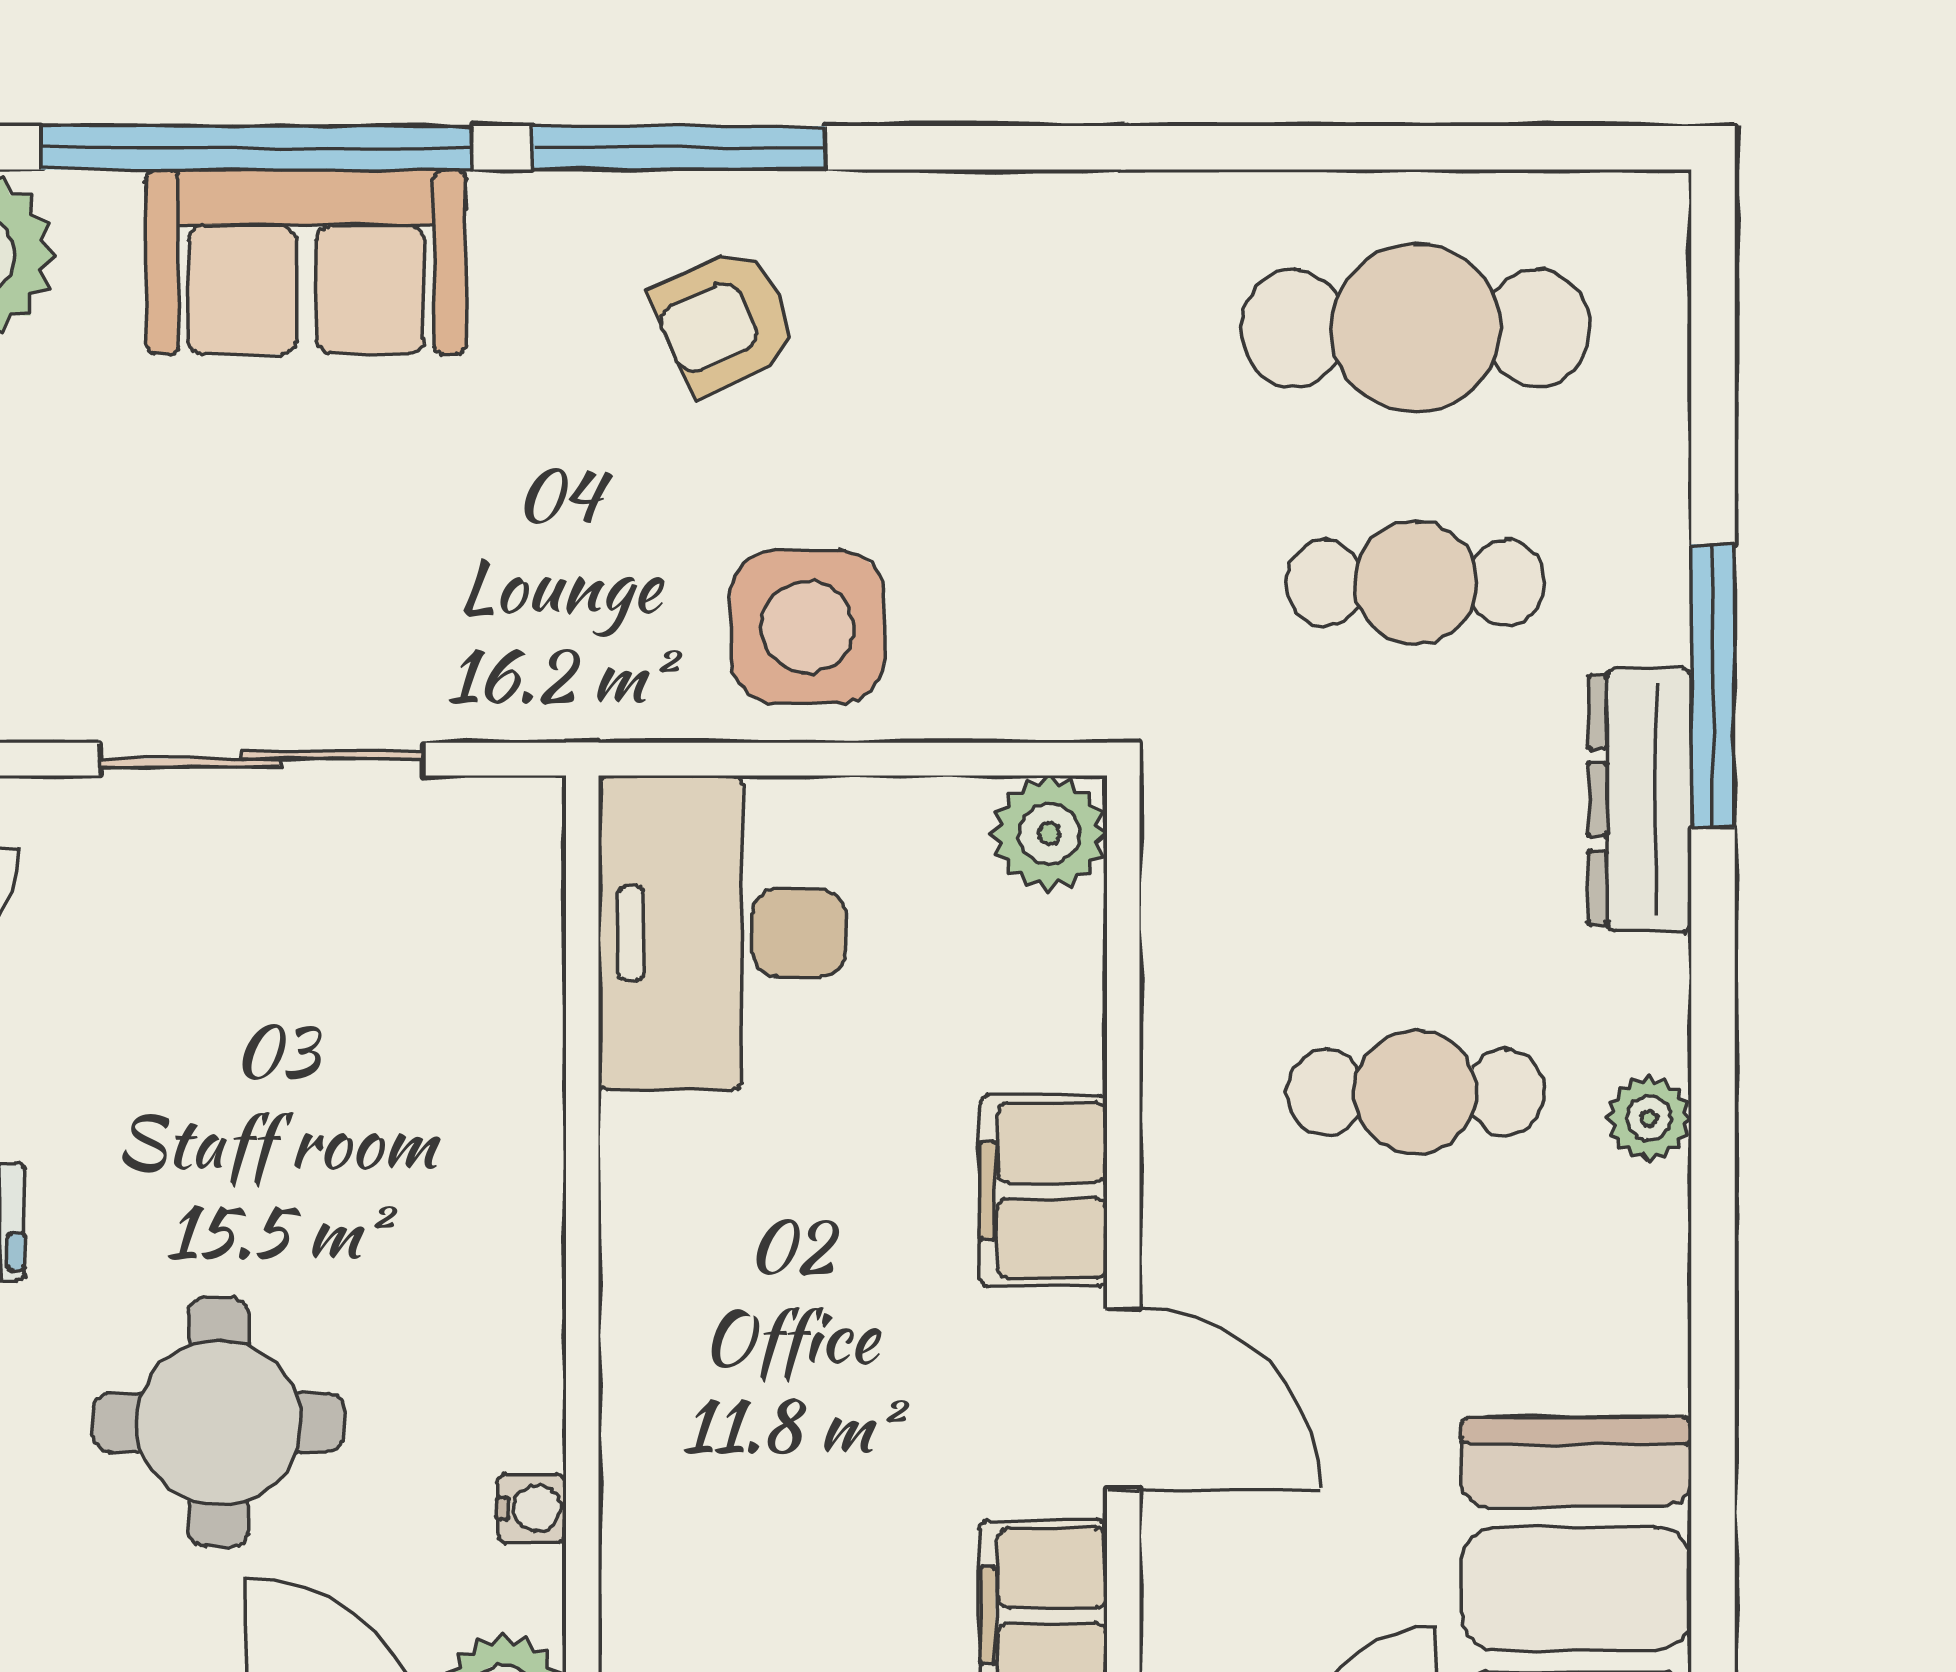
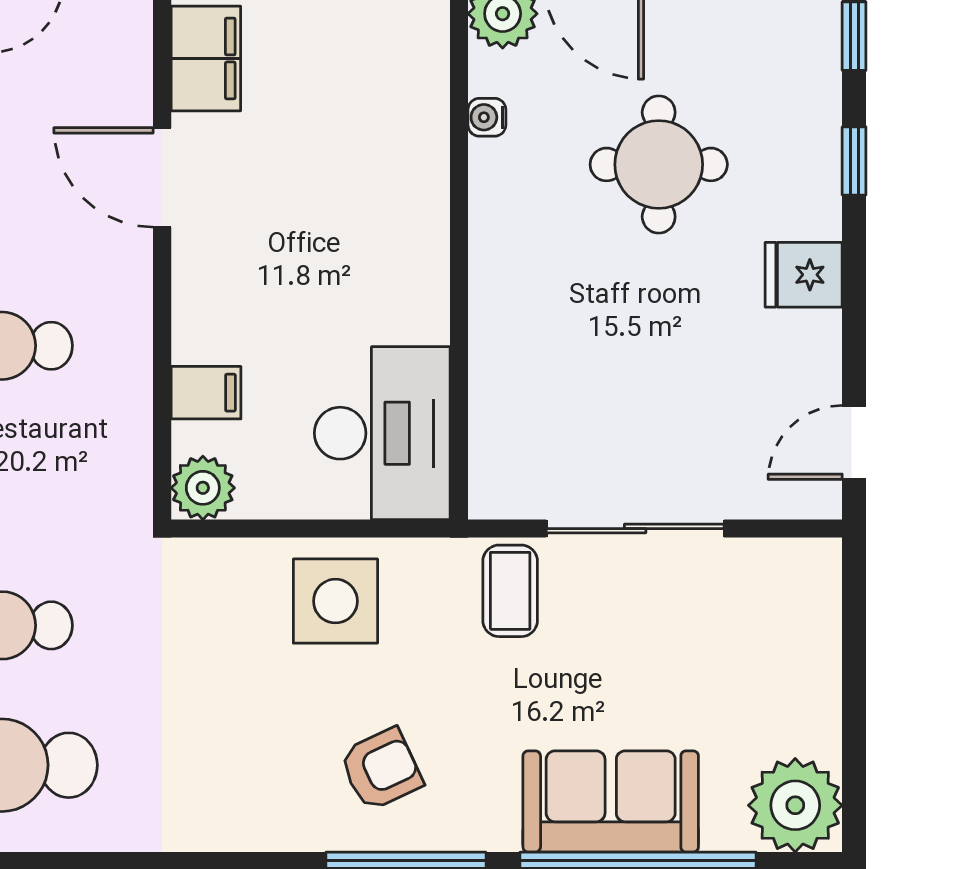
coffee table: (489, 646) -> (510, 591), added
filing cabinet: (1043, 1190) -> (206, 393), moved, width x0.50

